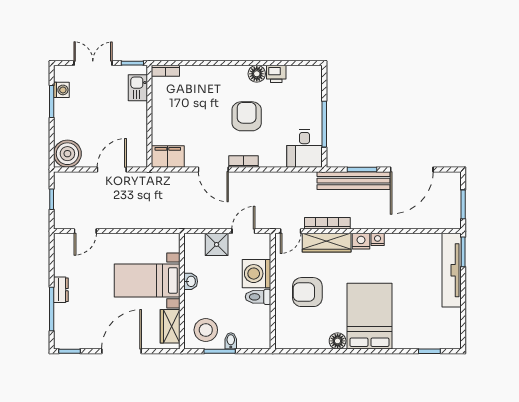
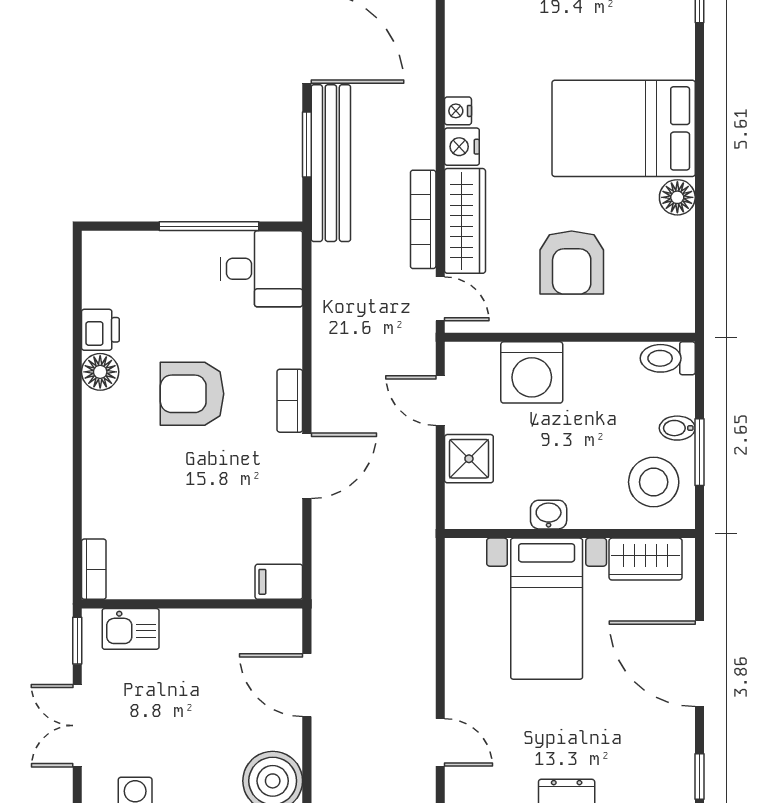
filing cabinet: (168, 156) -> (279, 582), width x0.50
toilet: (258, 297) -> (668, 358), moved, turned 90

